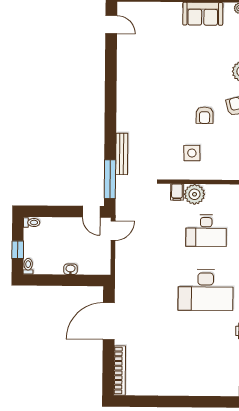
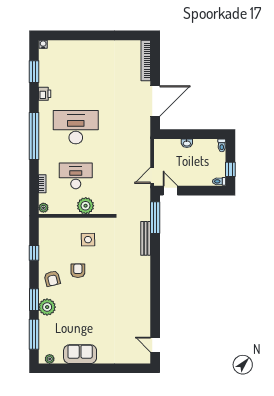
filing cabinet: (177, 192) -> (100, 207), removed
window: (18, 250) -> (230, 169), moved

